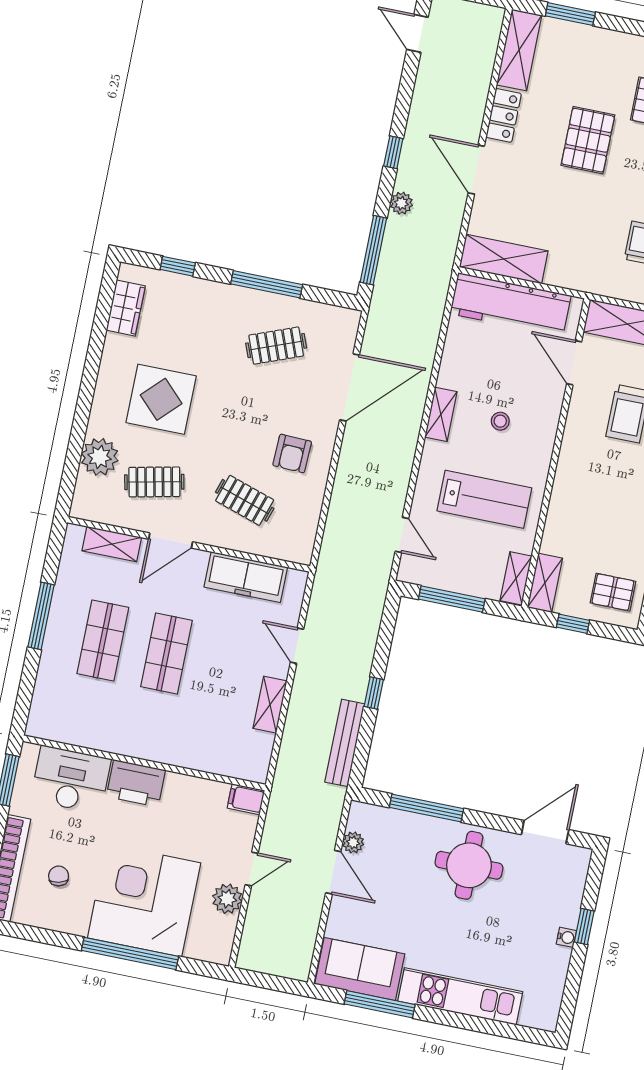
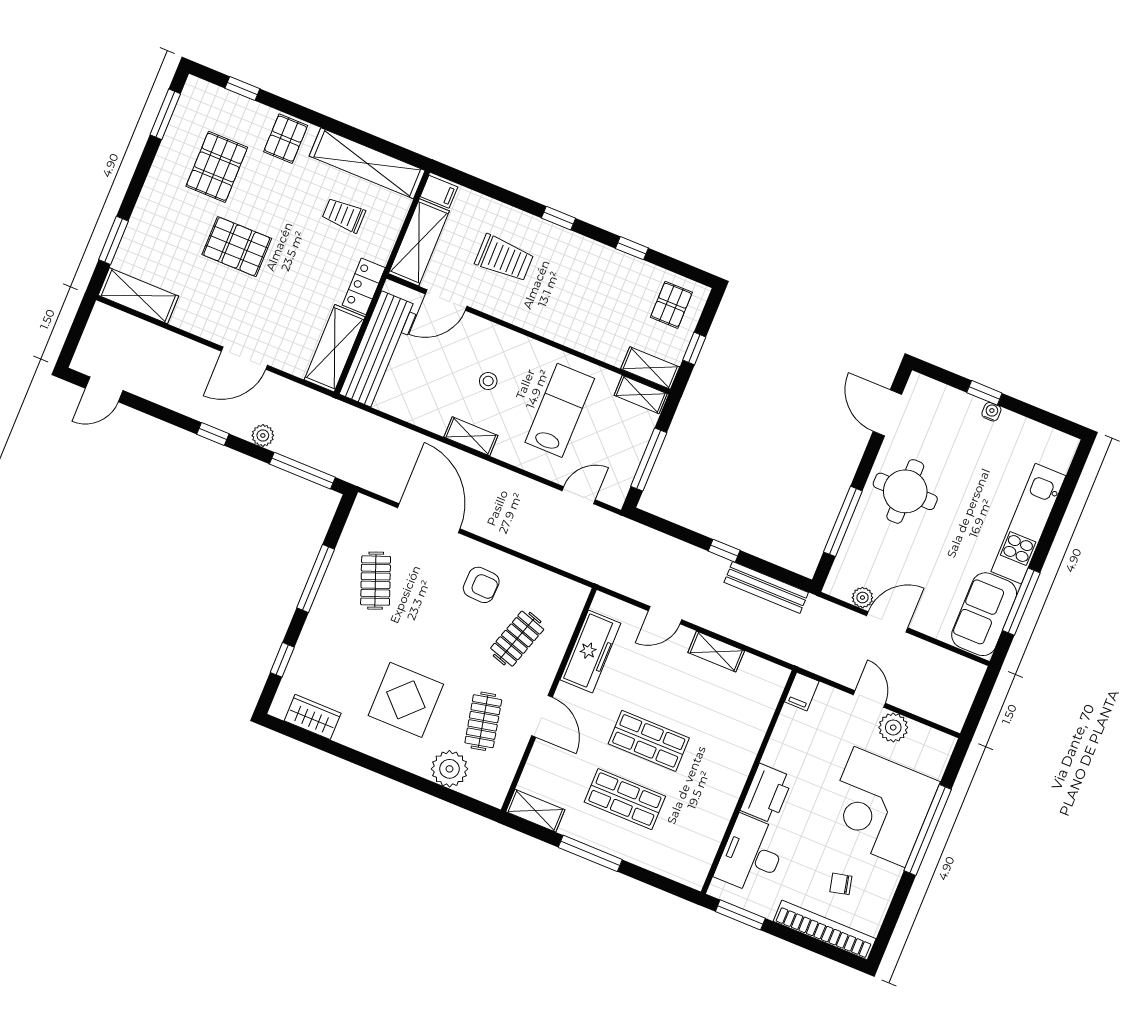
locker: (504, 115) -> (364, 286), moved, turned -90
shelving: (112, 544) -> (535, 811), moved, turned 90

